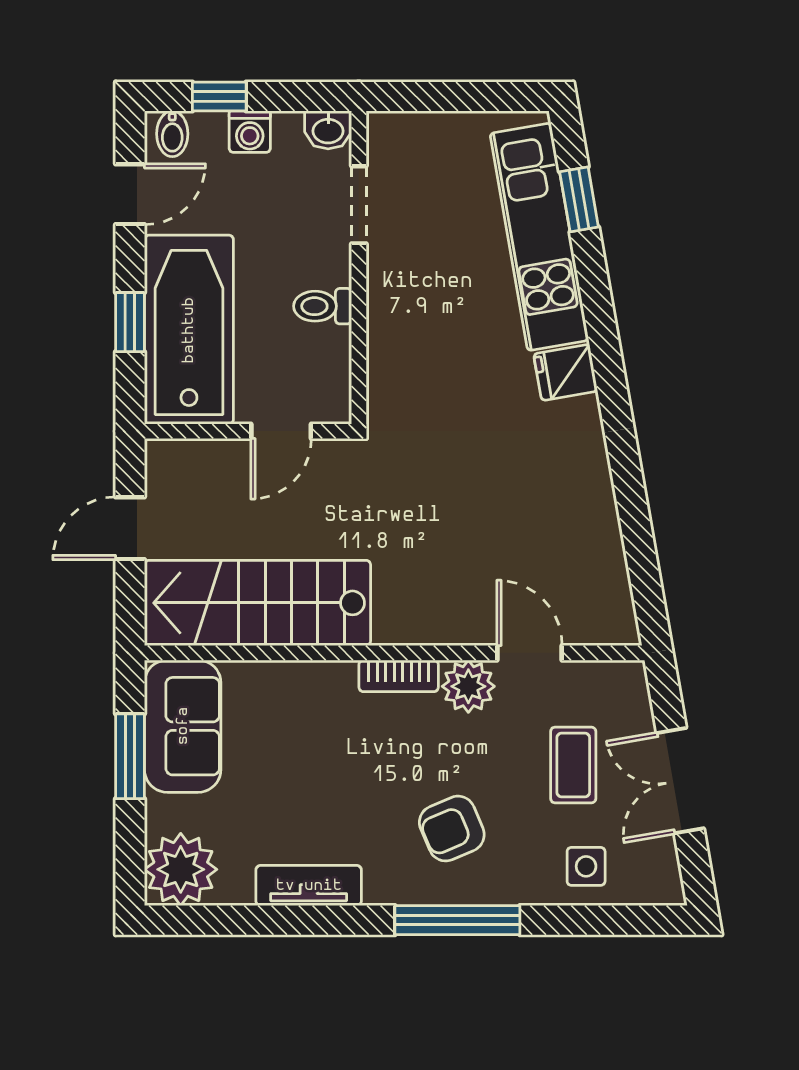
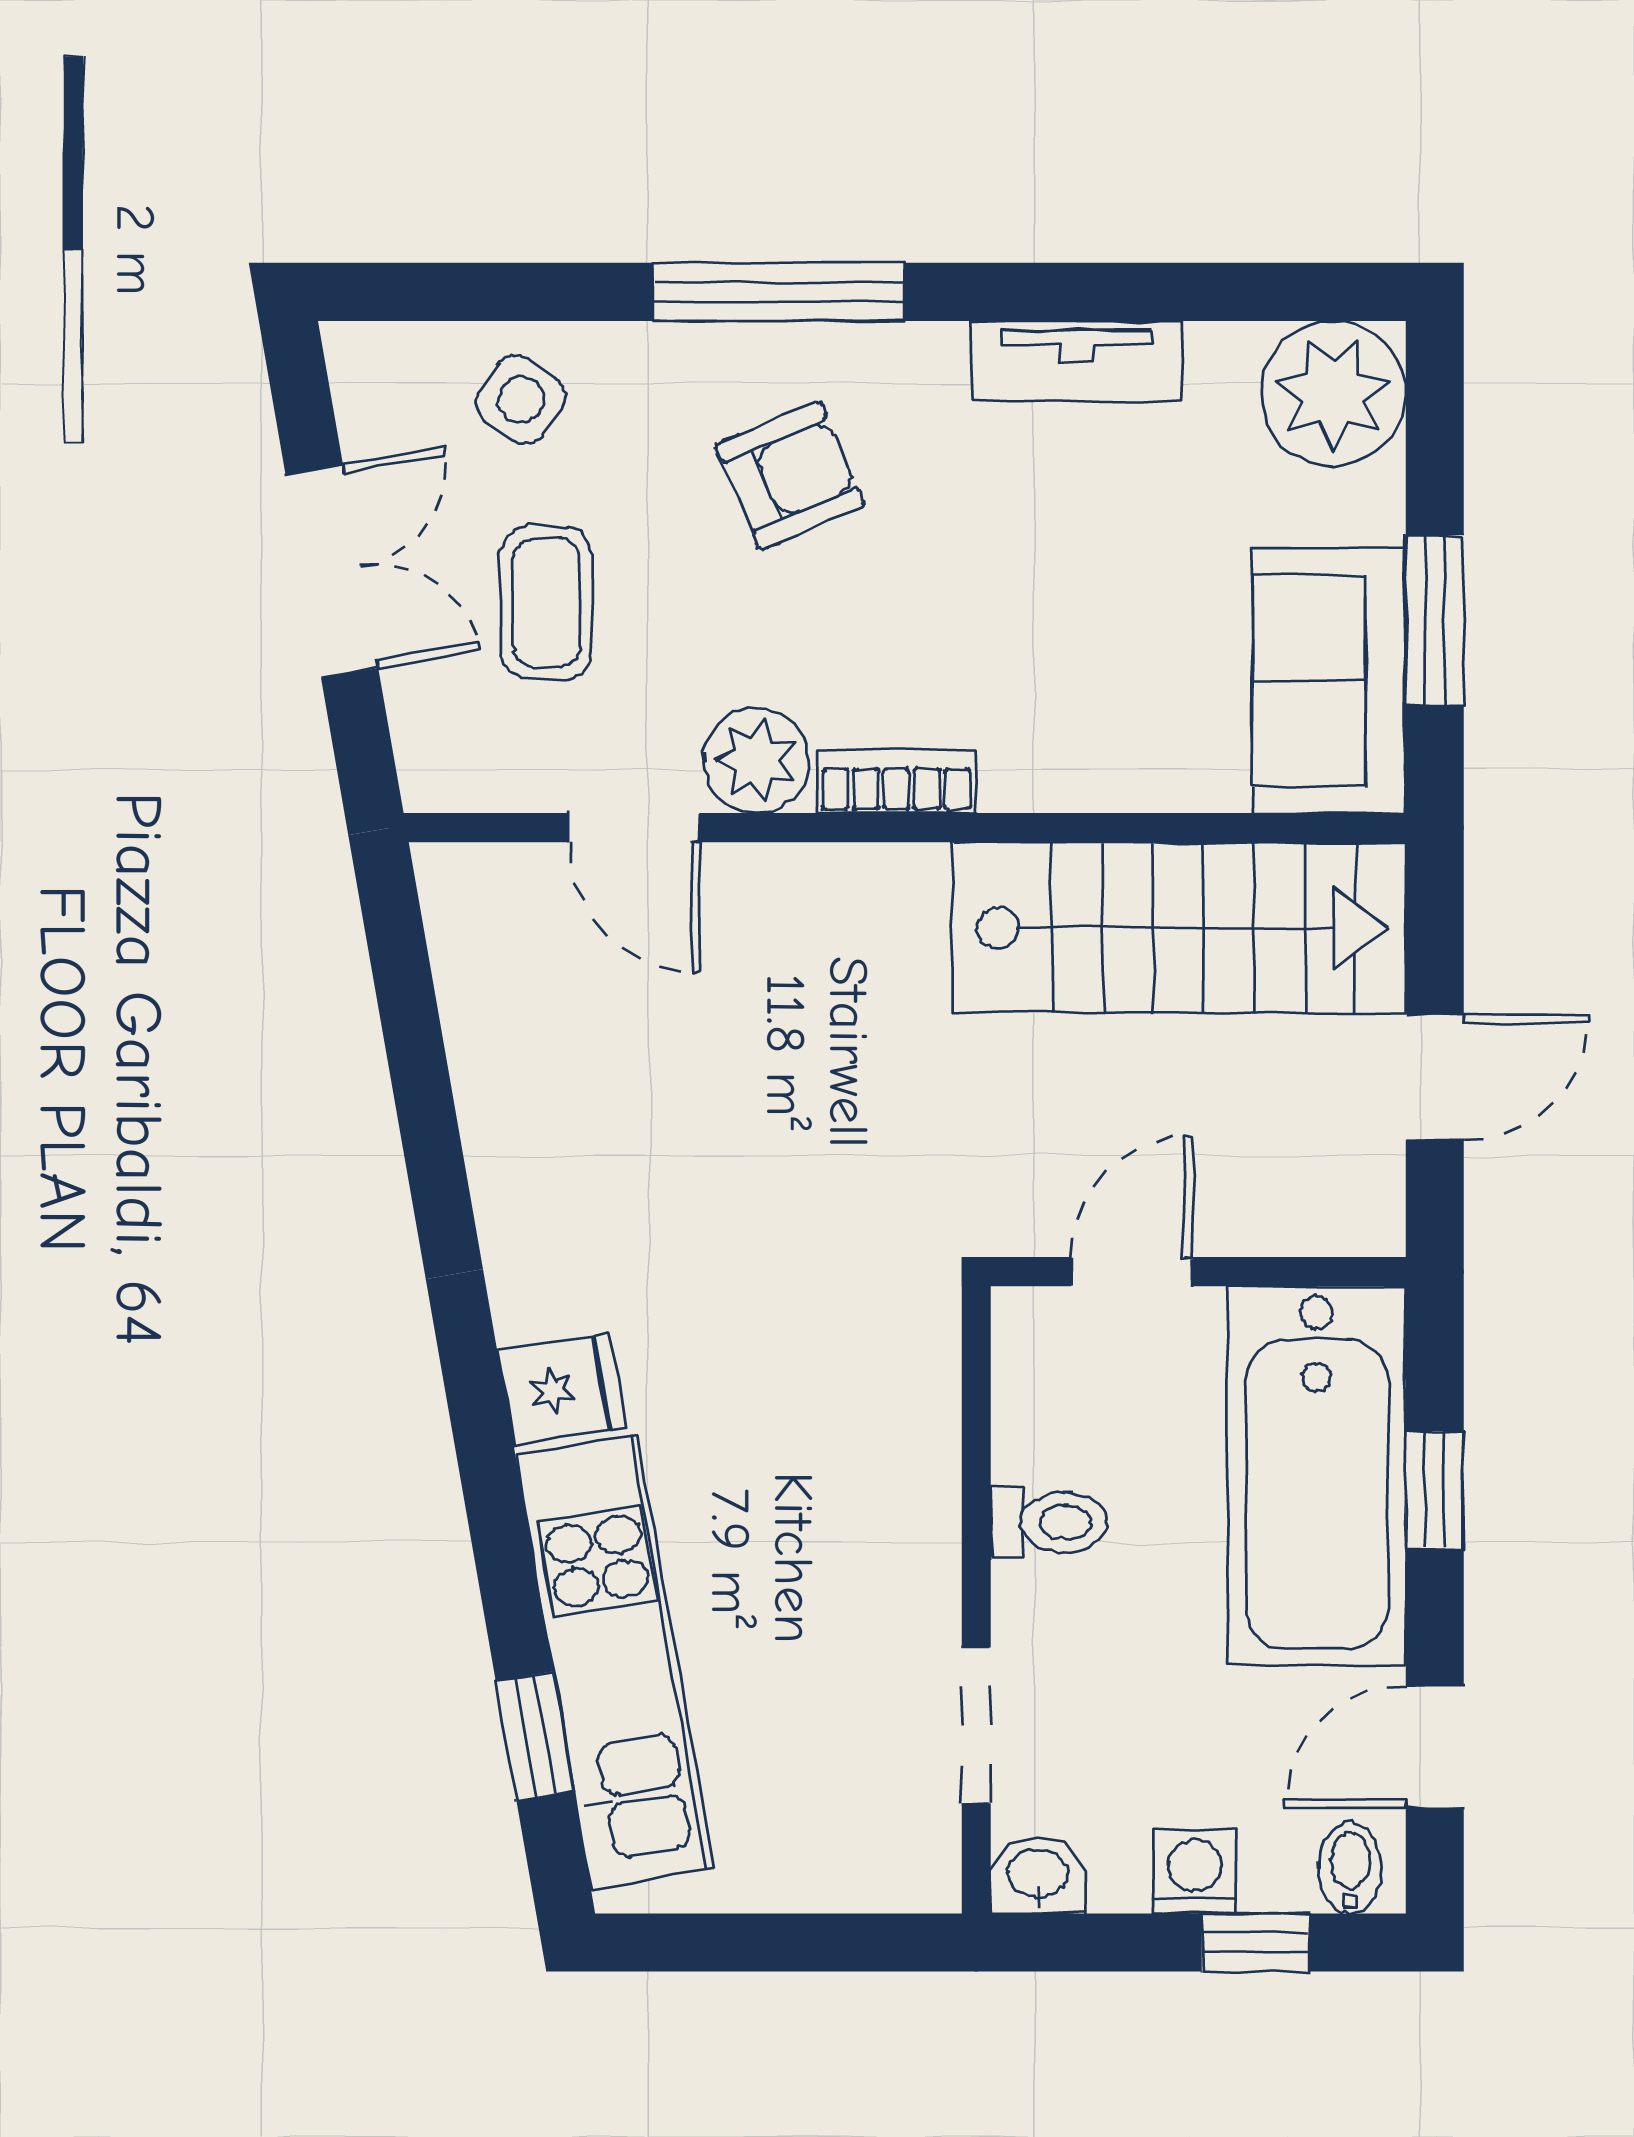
side table: (586, 866) -> (521, 400), turned 34

